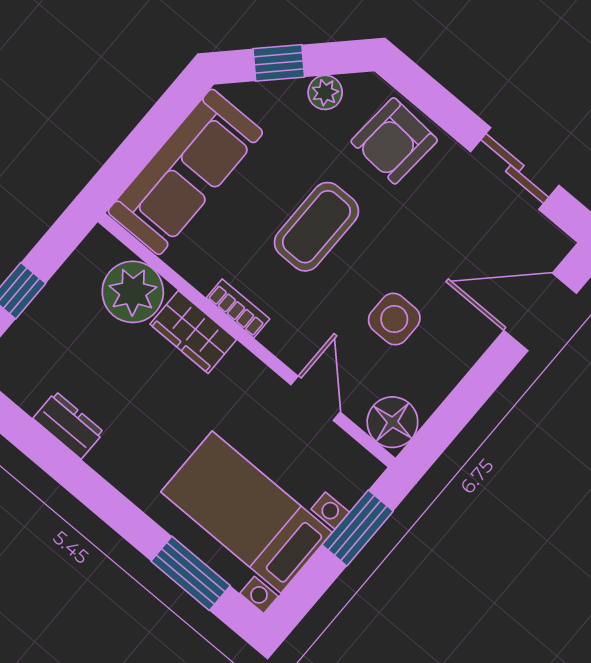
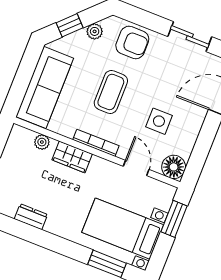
armchair: (394, 141) -> (132, 42), turned -94
plant: (133, 292) -> (42, 142), width x0.53, depth x0.53
bookcase: (238, 308) -> (96, 143), width x1.56

